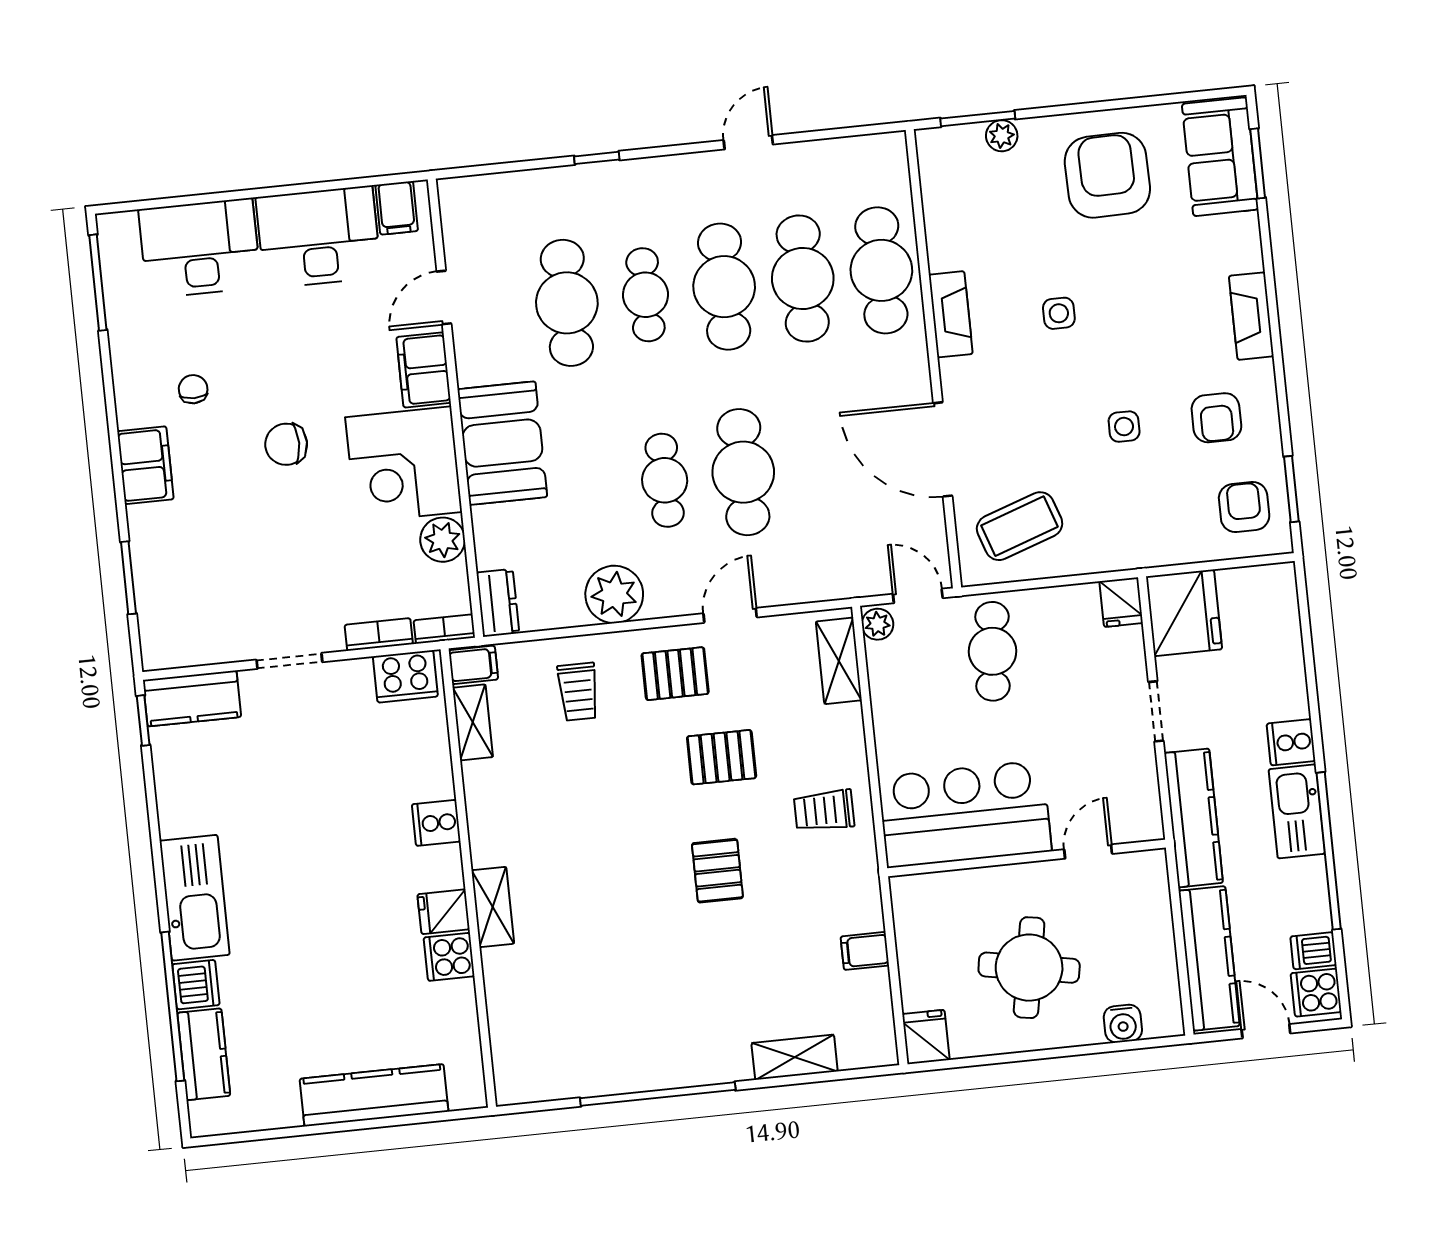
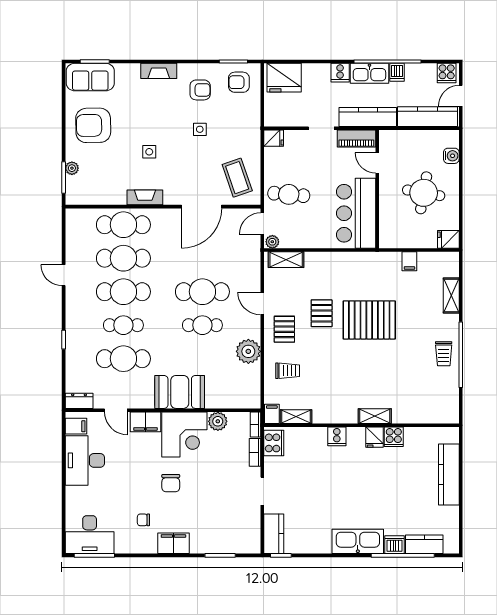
desk: (200, 248) -> (90, 535), moved, turned -90
dresser: (498, 603) -> (79, 401), moved
fridge: (1184, 613) -> (284, 78), moved, turned 180
piano: (1140, 797) -> (356, 138), added
trolley: (824, 811) -> (444, 354), moved
pallet: (717, 871) -> (369, 320), width x2.05, depth x2.00
dishwasher: (1313, 951) -> (397, 72), moved

